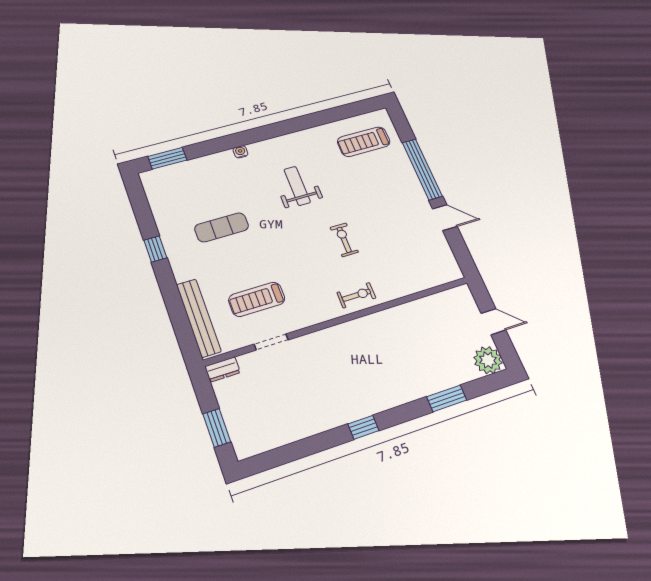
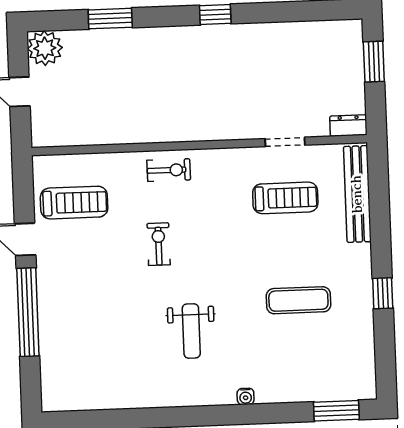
treadmill: (364, 142) -> (74, 203), moved
exercise bike: (344, 240) -> (159, 244), turned 180
exercise bike: (356, 295) -> (169, 170), turned 180

